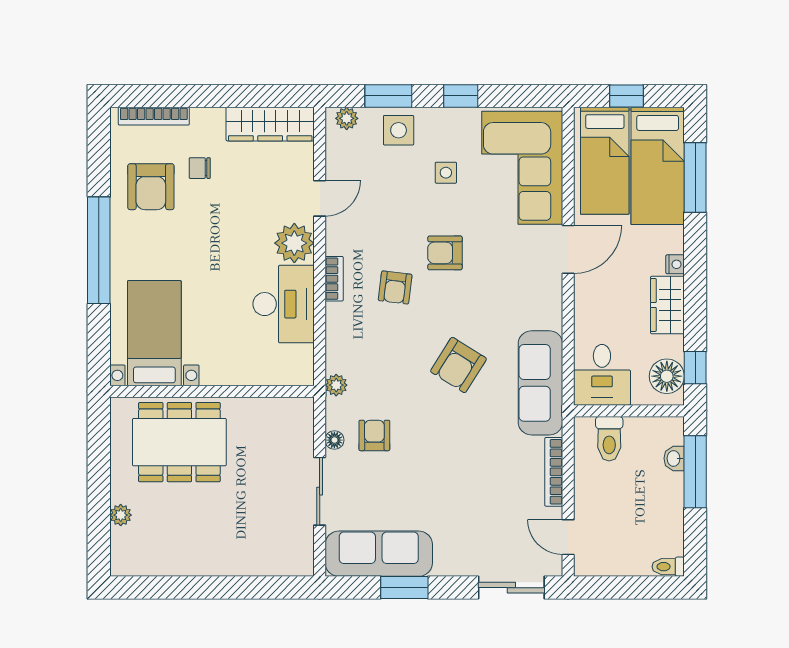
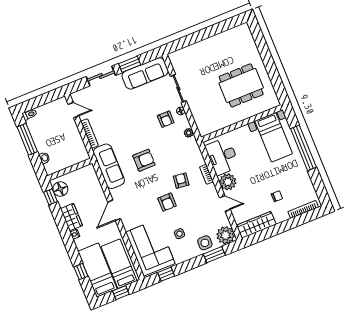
window: (461, 96) -> (166, 274), moved
plant: (347, 118) -> (226, 235), width x1.88, depth x1.88
window: (695, 178) -> (81, 272), width x0.46
armchair: (151, 187) -> (293, 181), removed
door: (320, 198) -> (225, 204), swing flipped
door: (568, 249) -> (114, 210), moved
armchair: (445, 253) -> (167, 202), turned 90
bed with nightstands: (154, 333) -> (274, 137), moved
armchair: (458, 365) -> (144, 160), turned 58
desk: (602, 375) -> (86, 179), removed
wall: (212, 391) -> (242, 124), moved
toilet: (609, 439) -> (73, 155), removed
window: (695, 472) -> (27, 139), moved
plant: (121, 515) -> (253, 47), removed
sliding door: (511, 588) -> (101, 76), moved

